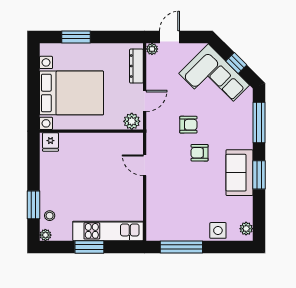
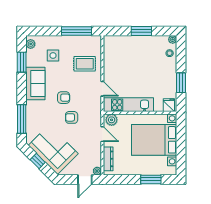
door: (145, 101) -> (102, 134), swing flipped
window: (259, 175) -> (22, 62), moved
rug: (170, 201) -> (85, 64), added
window: (33, 205) -> (181, 83), moved
side table: (218, 230) -> (53, 55), moved
kitchen unit: (108, 231) -> (129, 105), moved, turned 180

